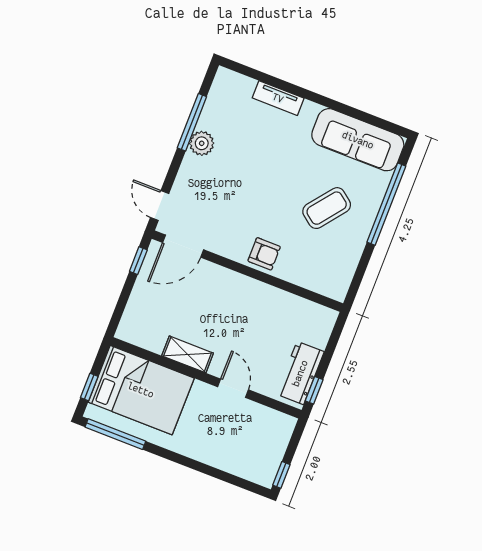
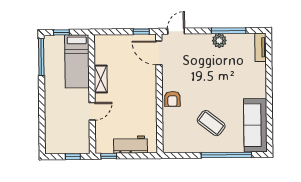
tv unit: (278, 98) -> (260, 47), moved
workbench: (300, 373) -> (130, 145), moved
bed: (141, 390) -> (77, 61), width x0.67
window: (281, 475) -> (73, 157), moved

